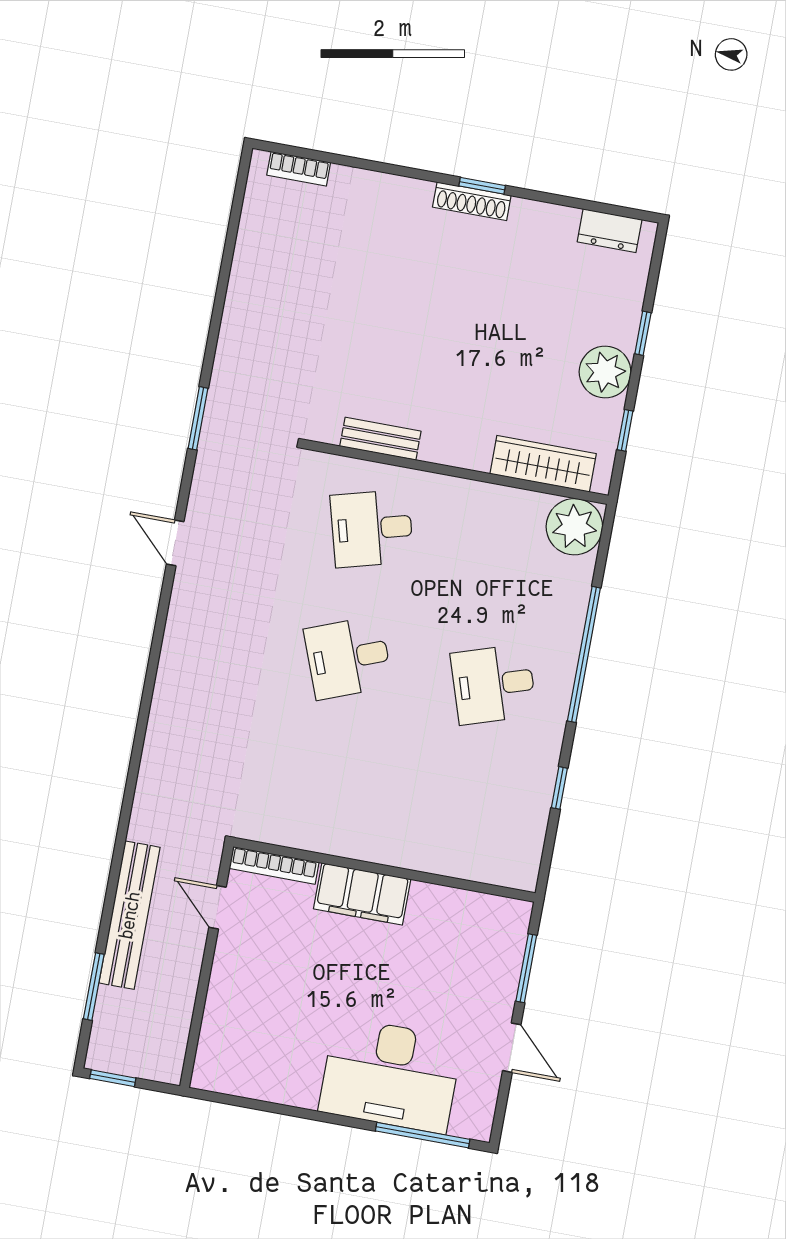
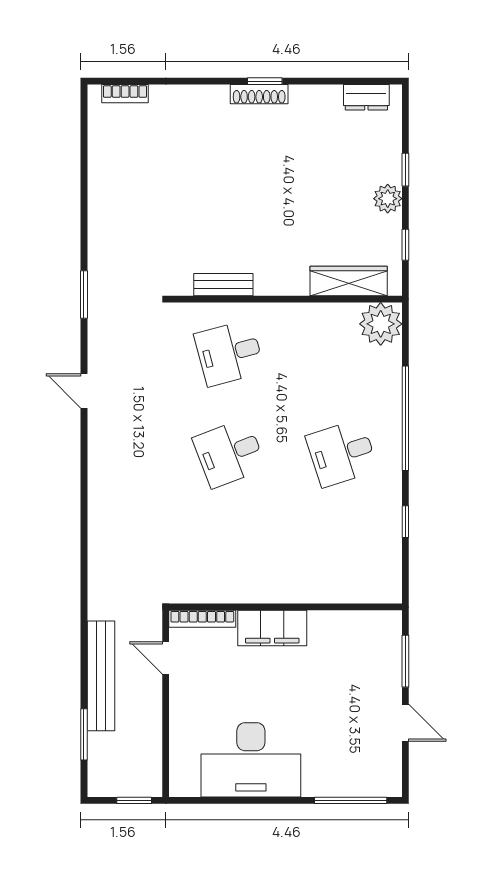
plant: (605, 372) -> (388, 199), width x0.73, depth x0.73
desk: (390, 1075) -> (251, 760), moved
window: (113, 1078) -> (134, 800), moved

